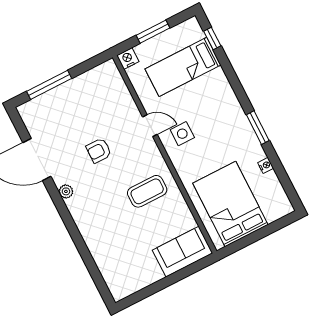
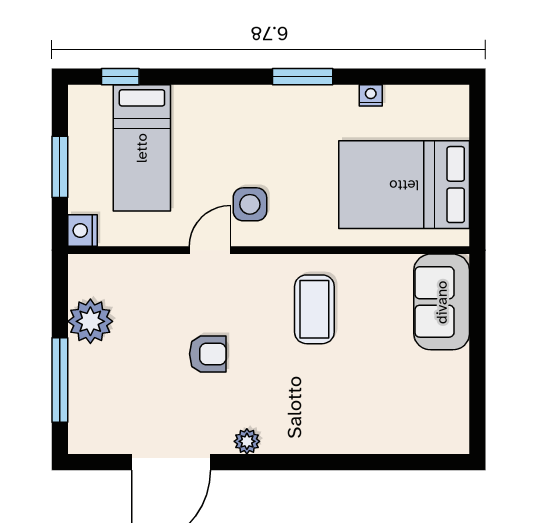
plant: (85, 85) -> (90, 321), added
armchair: (99, 150) -> (208, 354), turned -90

